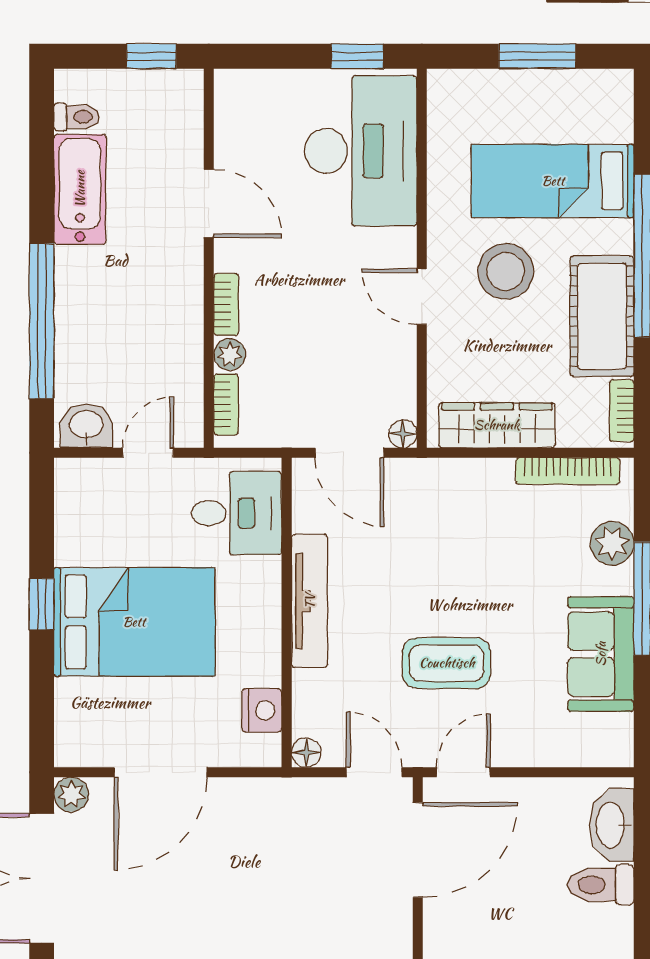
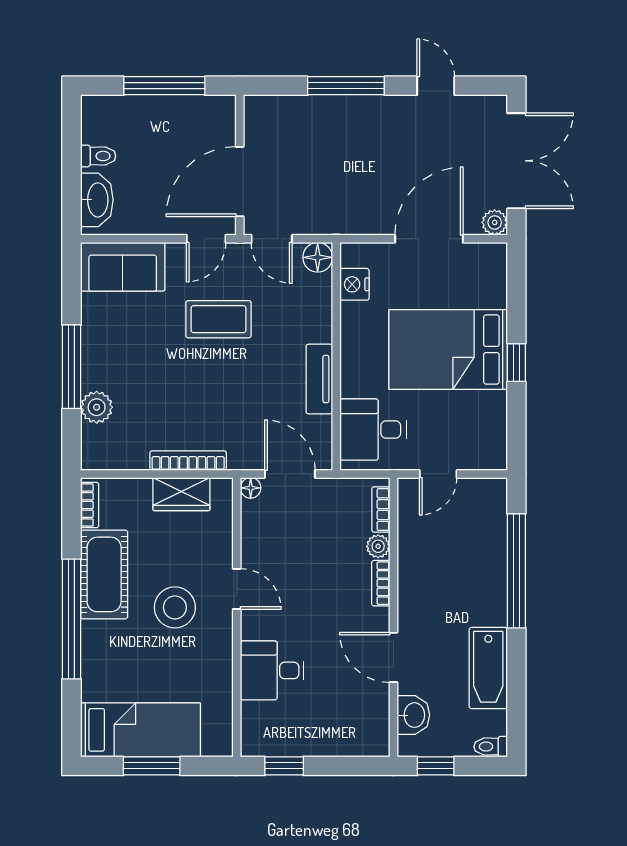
toilet: (77, 117) -> (491, 747), moved
desk: (361, 151) -> (272, 670), width x0.53, depth x0.77
bed: (553, 181) -> (140, 730), moved
wardrobe: (497, 425) -> (181, 494), width x0.67
washbasin: (86, 426) -> (413, 715), moved, turned -90
bookcase: (568, 471) -> (188, 461), moved
tv unit: (310, 601) -> (319, 379), width x0.71
sofa: (601, 654) -> (123, 267), moved, turned 90
floor lamp: (306, 753) -> (318, 257), width x1.37, depth x1.37
toilet: (601, 885) -> (98, 156), width x0.73, depth x0.72

